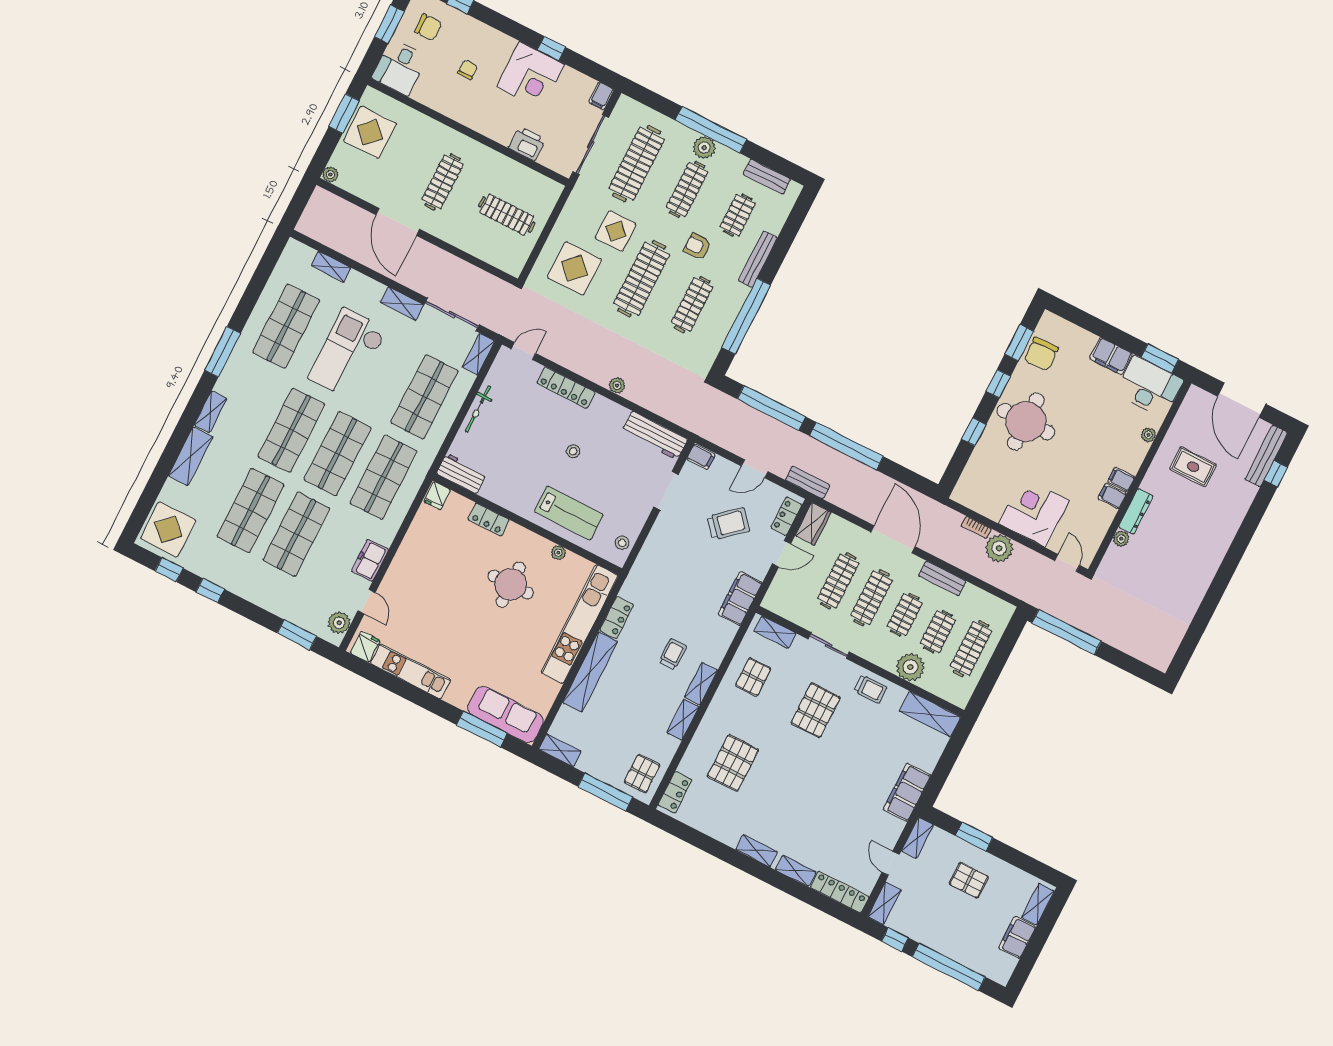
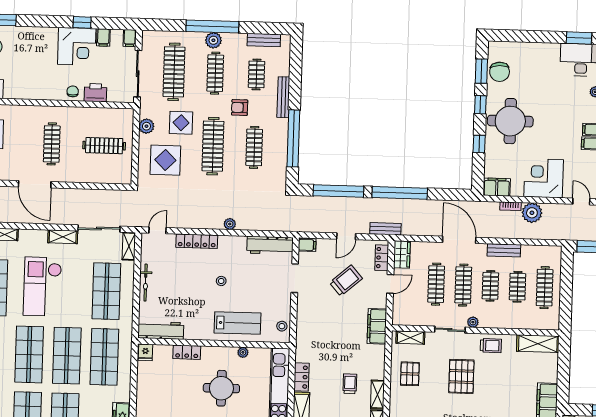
chair: (468, 70) -> (73, 91), moved
filing cabinet: (569, 80) -> (103, 37), added
plant: (571, 215) -> (146, 126), added
filing cabinet: (1111, 356) -> (497, 187), moved, turned 180
workbench: (462, 473) -> (161, 330), width x1.38
plant: (910, 667) -> (473, 322), moved, width x0.53, depth x0.53

